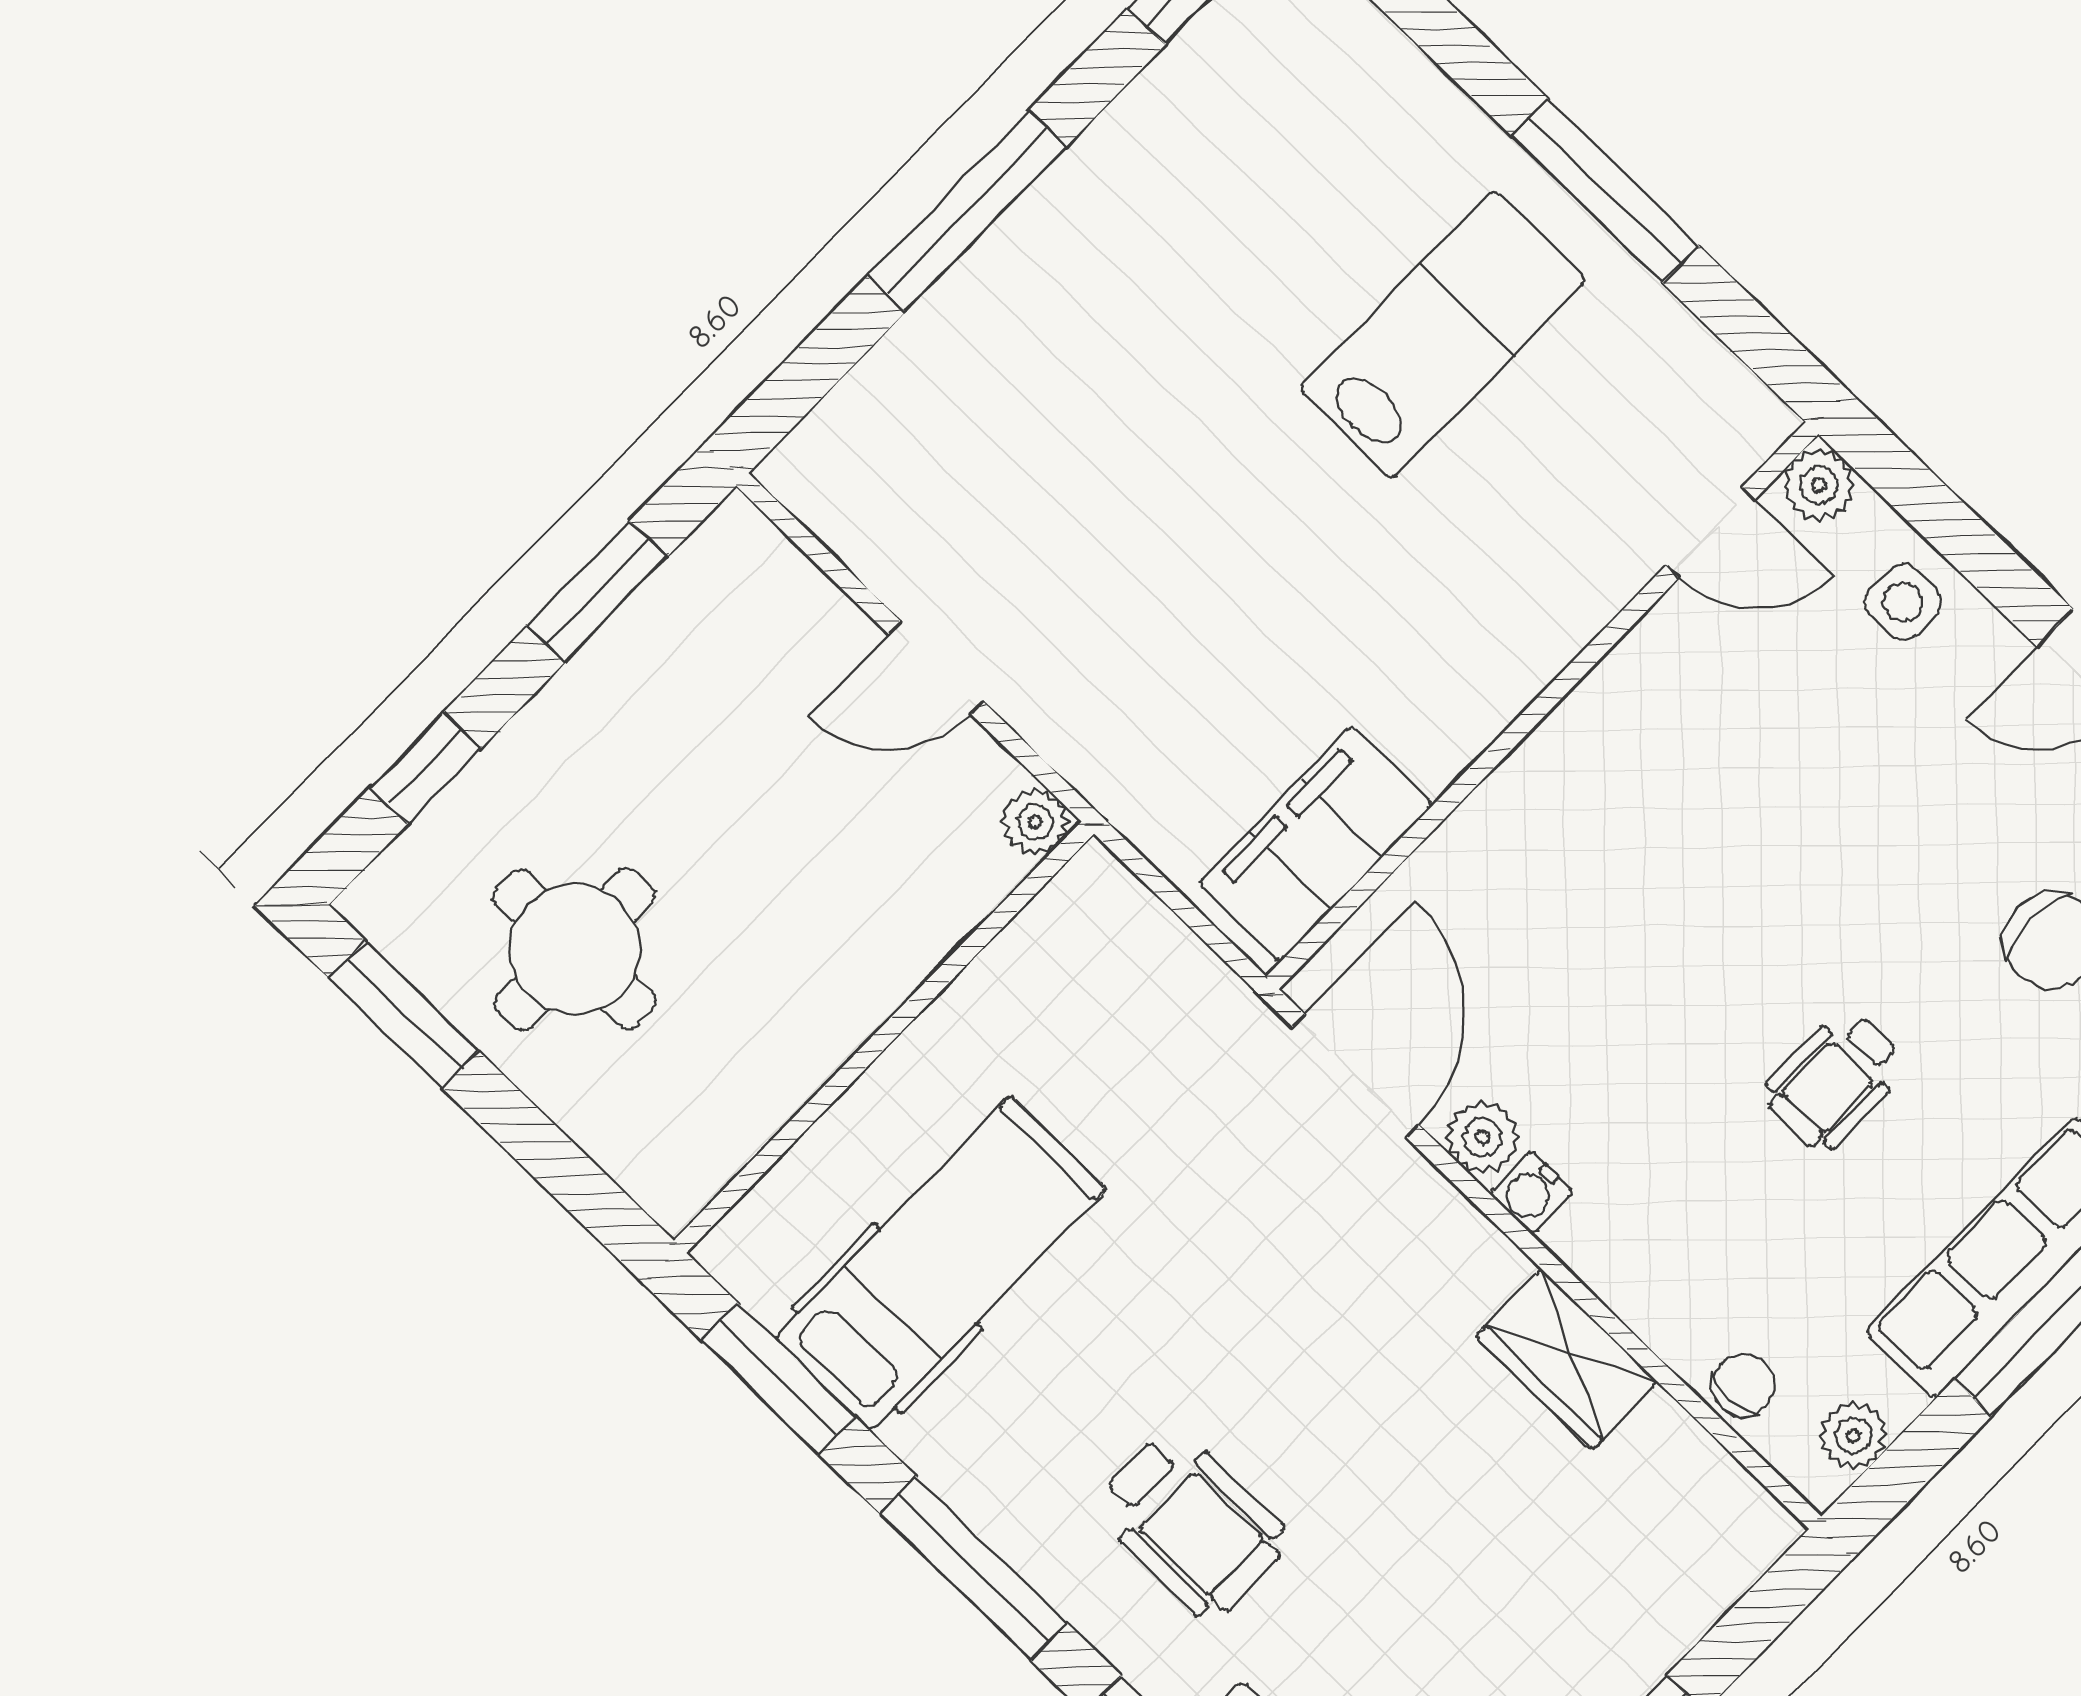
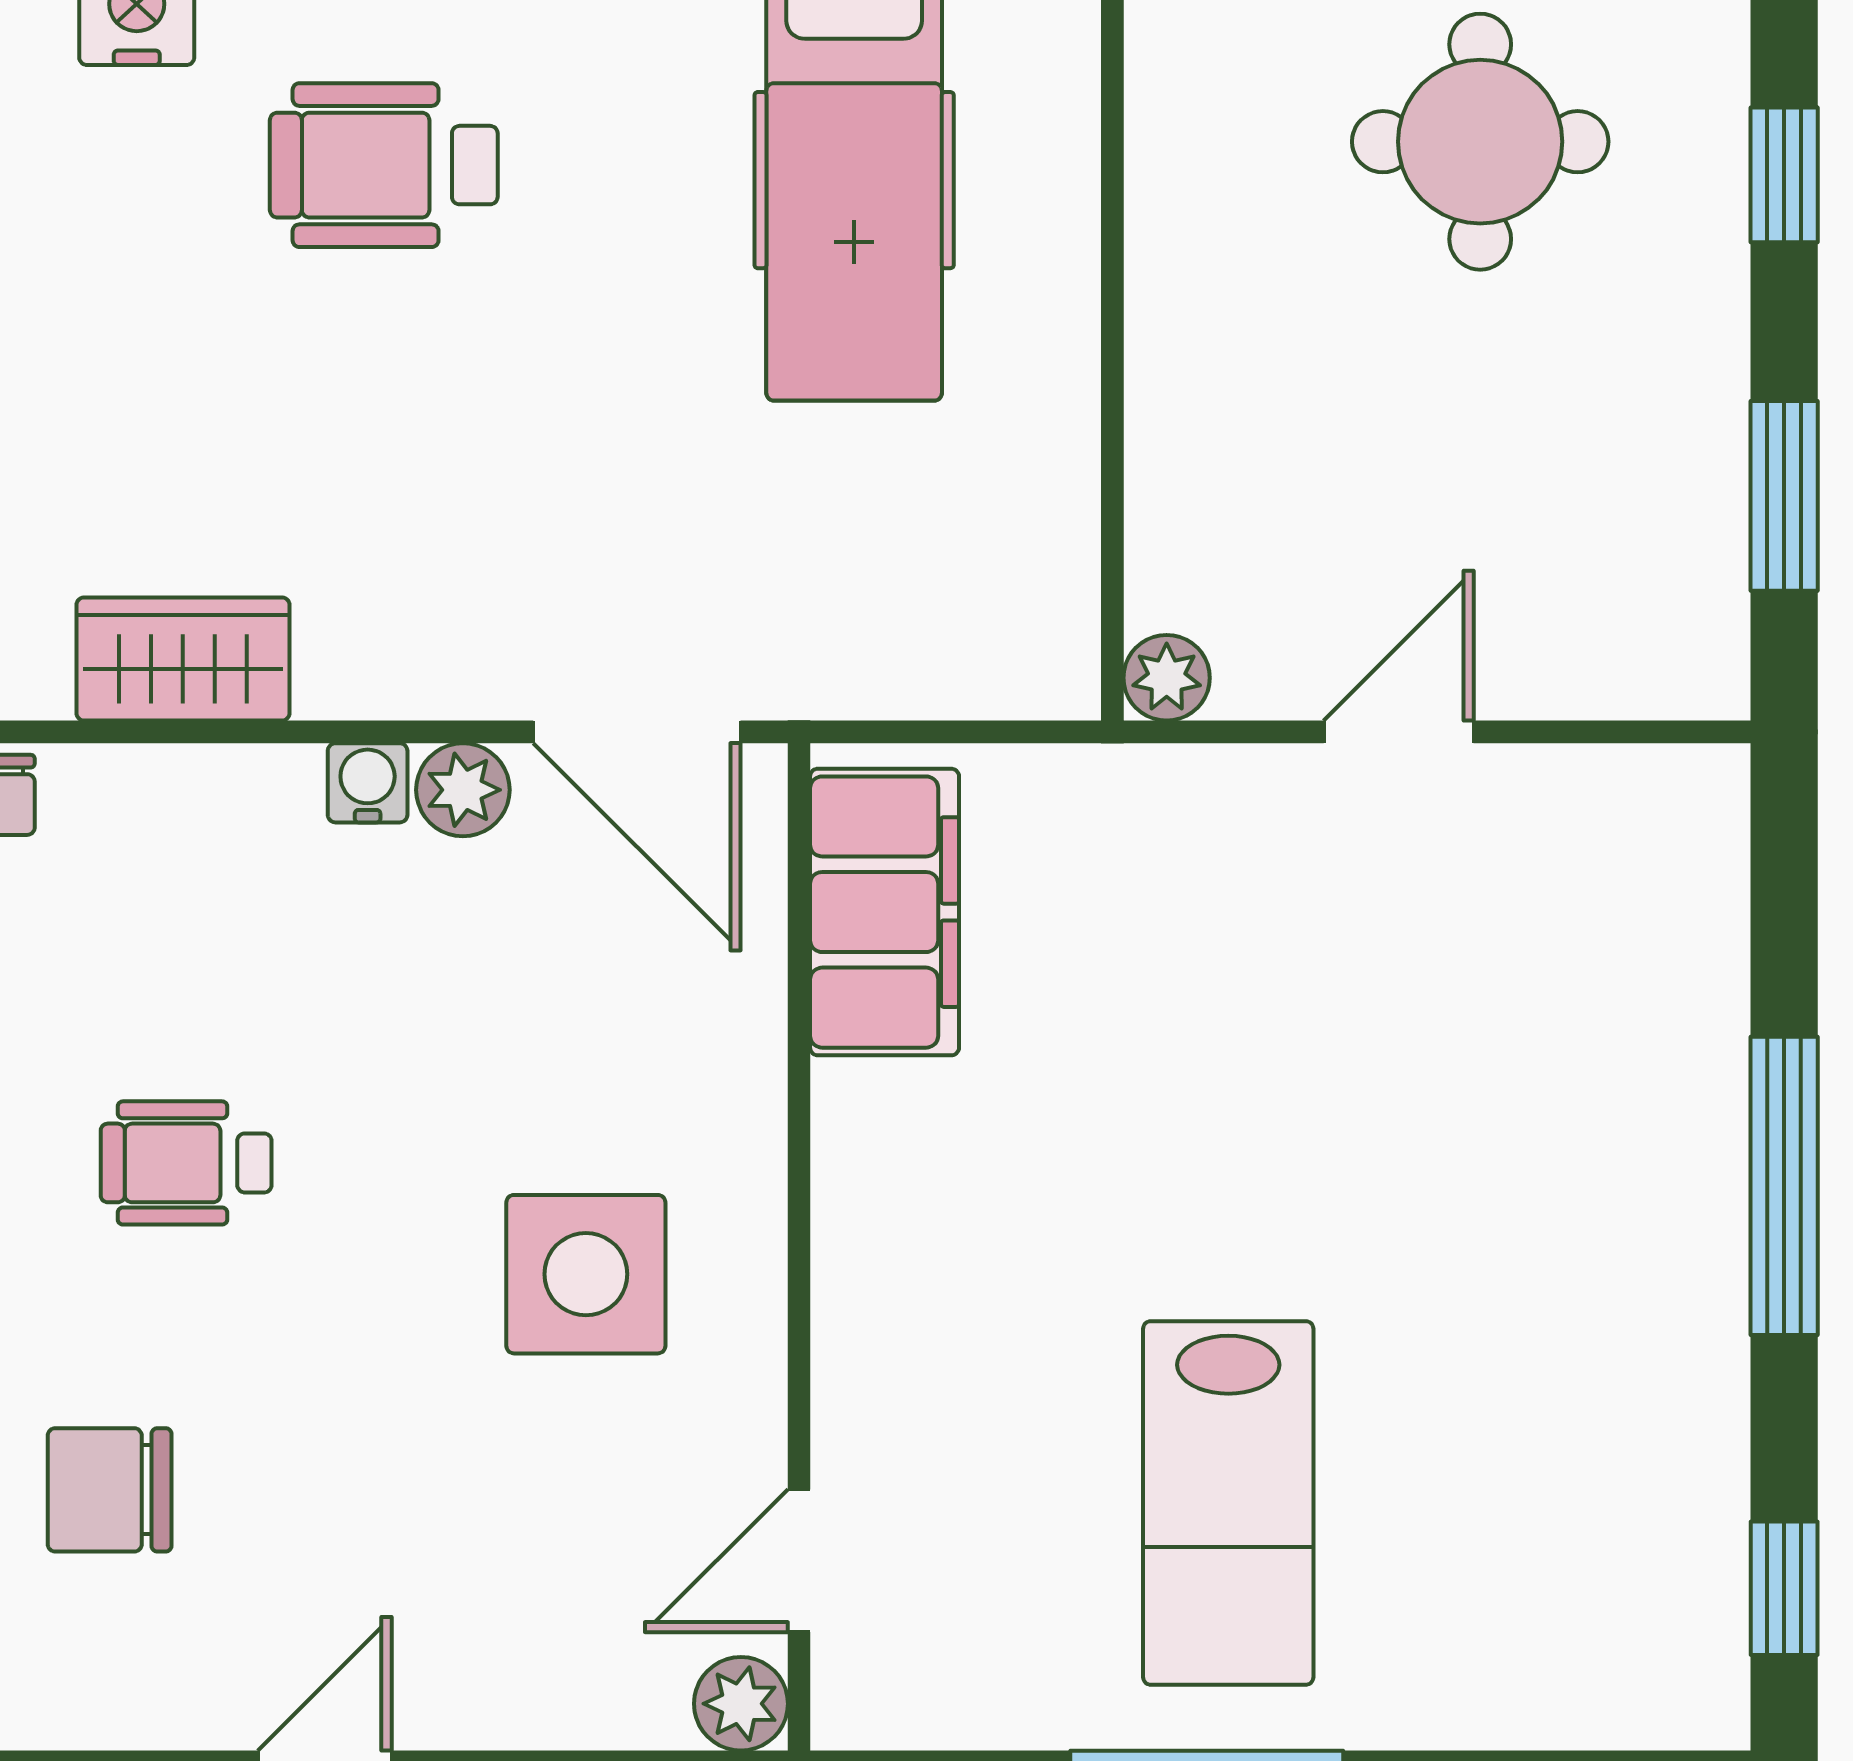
side table: (1903, 602) -> (586, 1274), moved, width x1.87, depth x1.87
wheelchair: (1835, 1080) -> (186, 1163), turned -90

